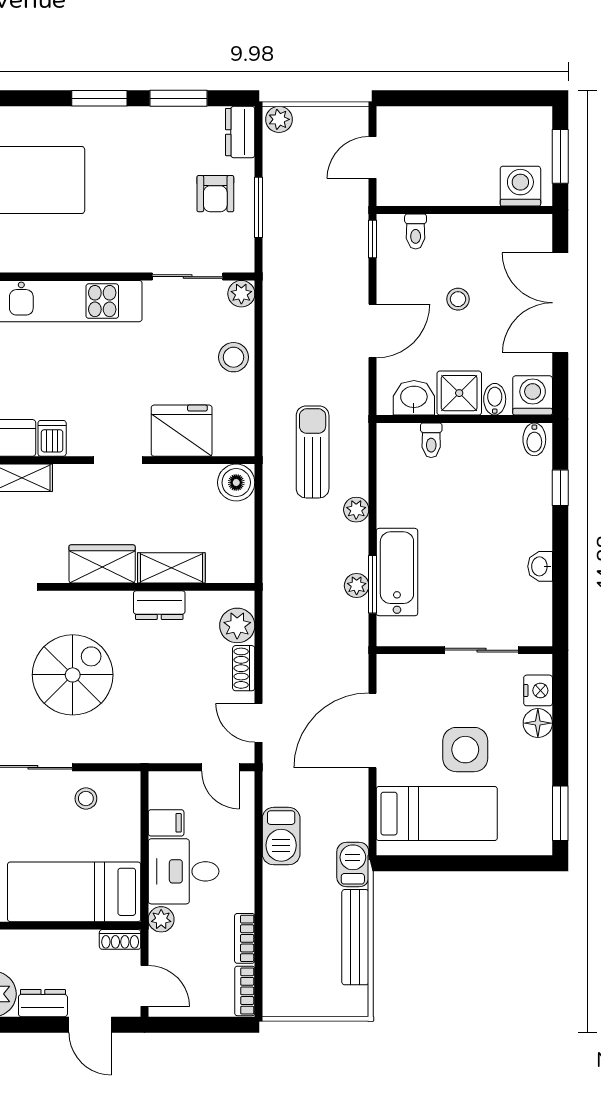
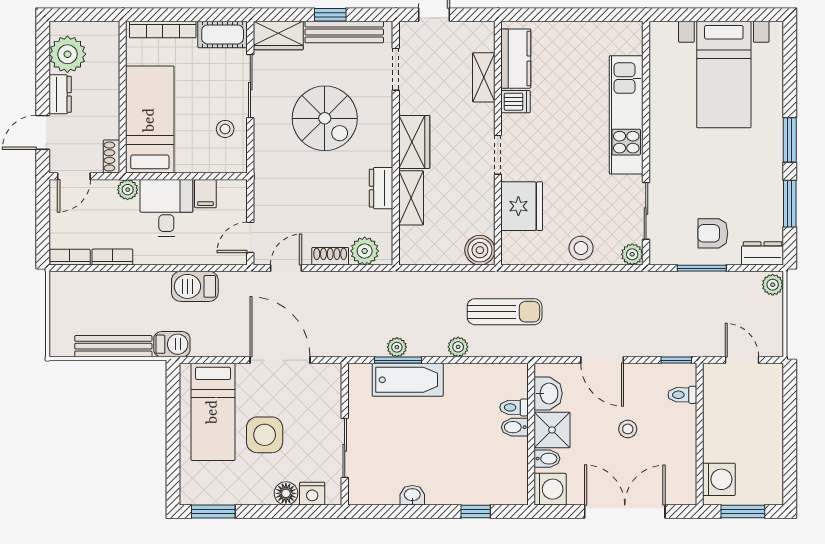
bidet: (534, 439) -> (515, 427), moved

